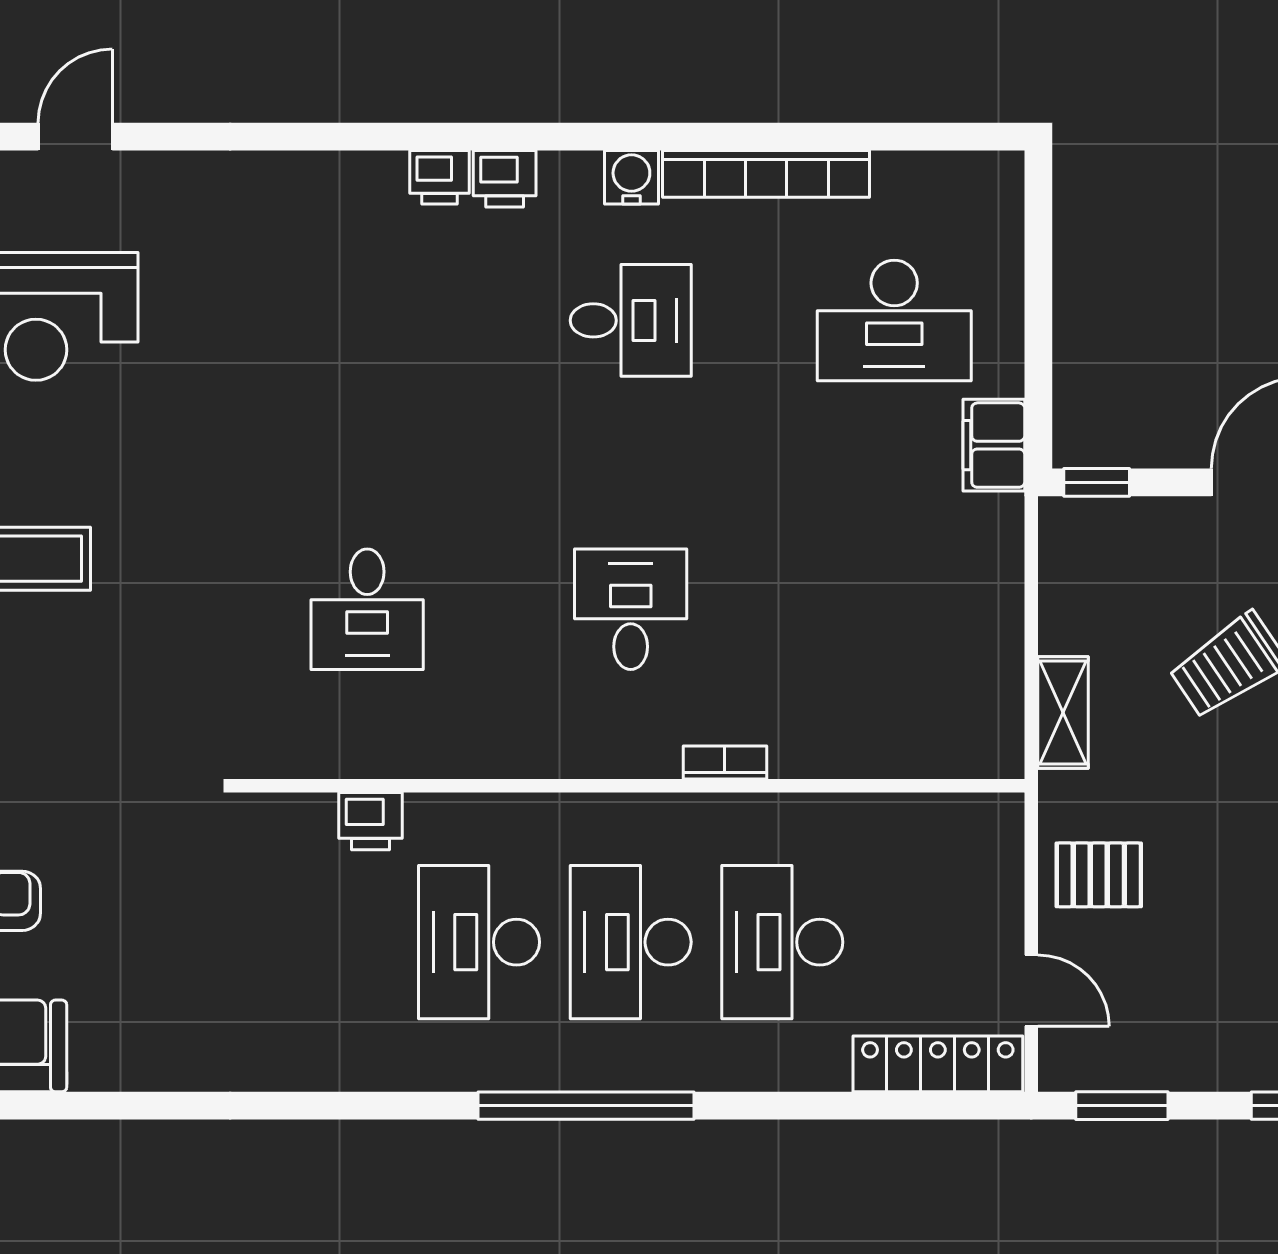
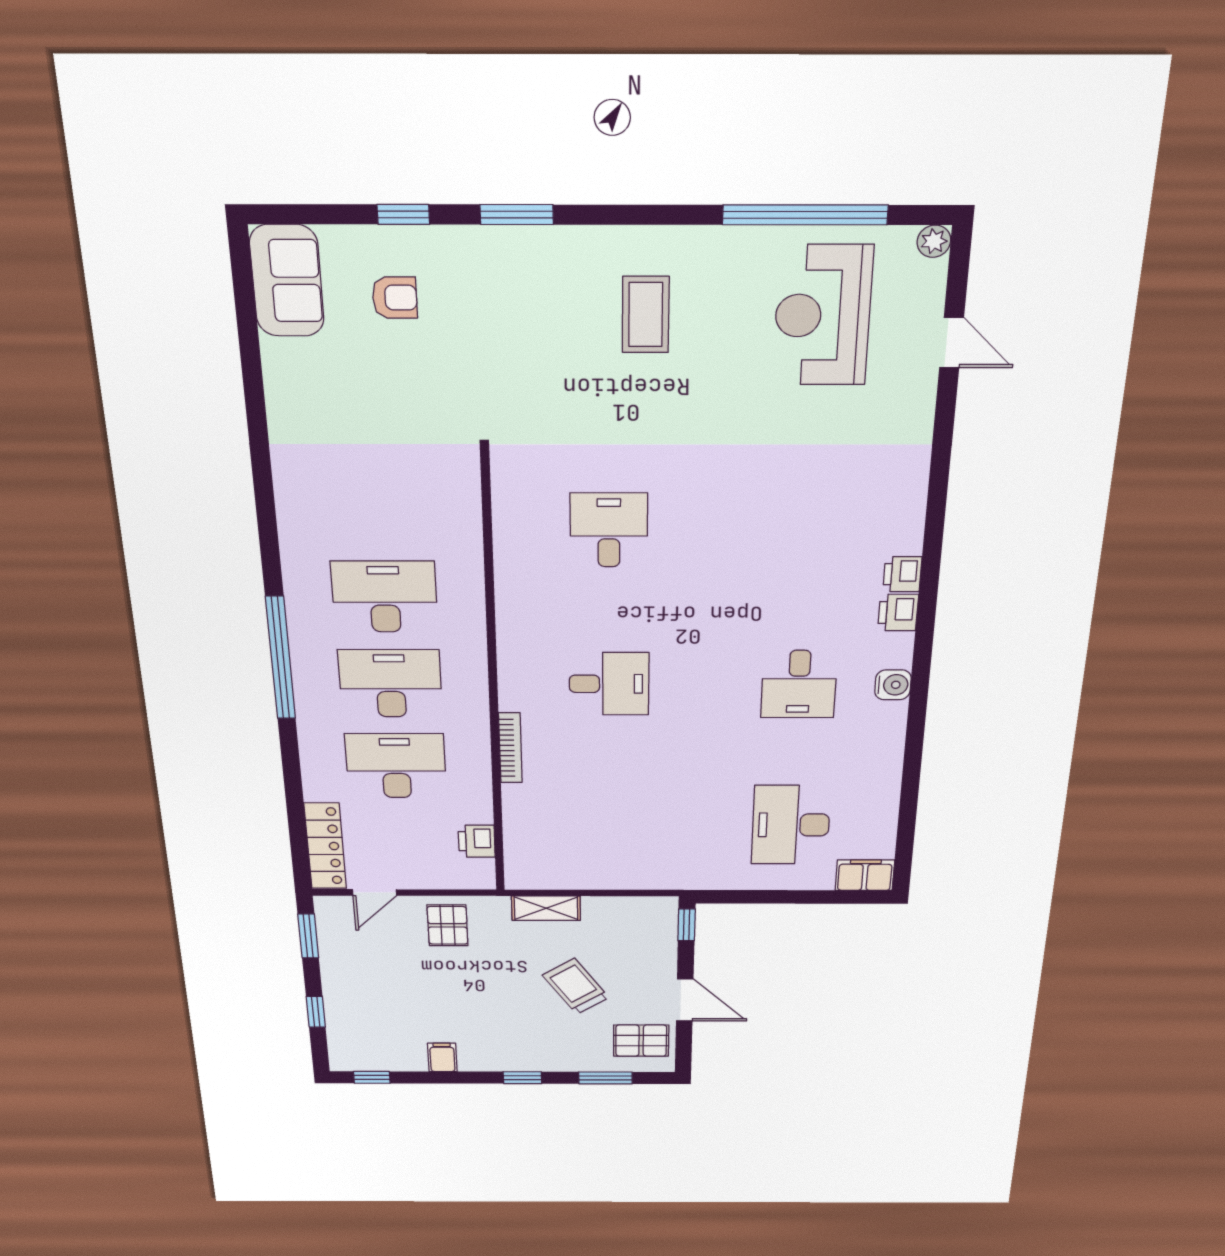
bookcase: (766, 174) -> (889, 758), removed
filing cabinet: (994, 445) -> (865, 875), moved
desk: (367, 609) -> (609, 530), turned 90
bookcase: (725, 763) -> (510, 748), width x1.56
printer: (370, 821) -> (477, 841), moved

